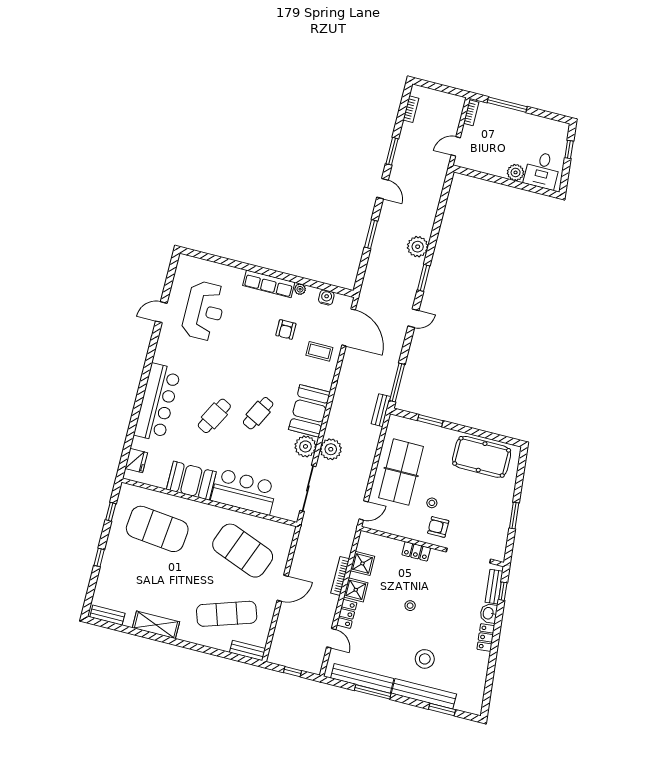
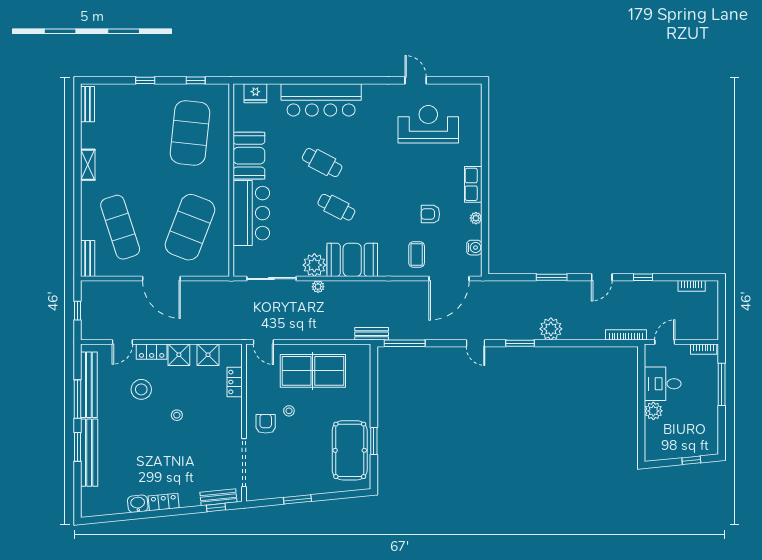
door: (456, 146) -> (665, 342), hinge flipped
window: (392, 151) -> (643, 277), width x0.67
desk: (542, 170) -> (663, 384), moved
row of seats: (269, 284) -> (473, 184), width x0.68
reception desk: (204, 311) -> (428, 124), turned 180
window: (430, 421) -> (374, 441), moved
plant: (331, 449) -> (318, 287), width x0.53, depth x0.53
locker: (416, 551) -> (235, 382), moved
bookcase: (340, 576) -> (626, 335), moved
door: (283, 588) -> (161, 279), width x1.36
washbasin: (489, 613) -> (138, 504), moved
shelving: (156, 625) -> (88, 165), width x0.67, depth x0.75
stool: (425, 659) -> (141, 389), moved
window: (442, 709) -> (78, 447), moved

